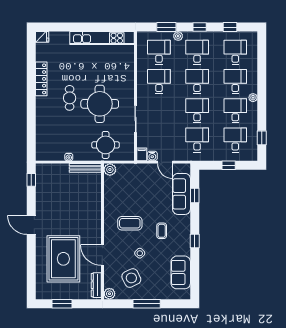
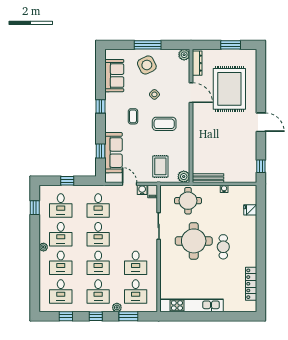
fridge: (42, 37) -> (250, 210), moved
locker: (41, 79) -> (251, 284), moved
rug: (134, 180) -> (160, 166), added
side table: (131, 278) -> (147, 65), moved

